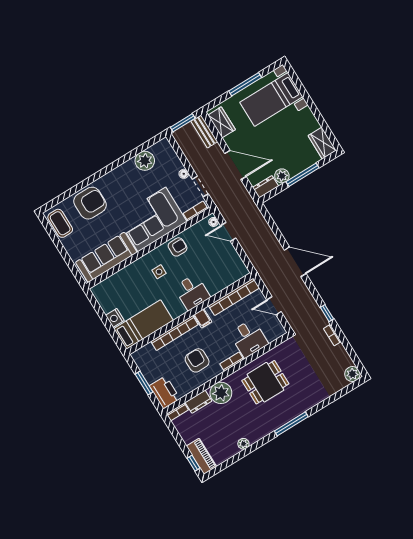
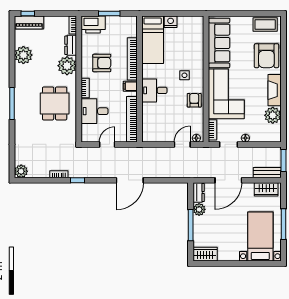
fireplace: (119, 174) -> (275, 90), added
armchair: (178, 247) -> (194, 100), turned 180
plant: (243, 444) -> (23, 55), width x1.87, depth x1.87

